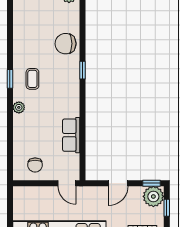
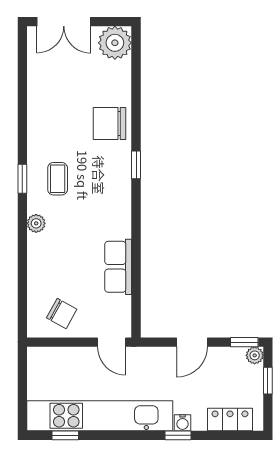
chair: (35, 165) -> (62, 314), turned -61
plant: (153, 196) -> (255, 355), width x0.53, depth x0.53

